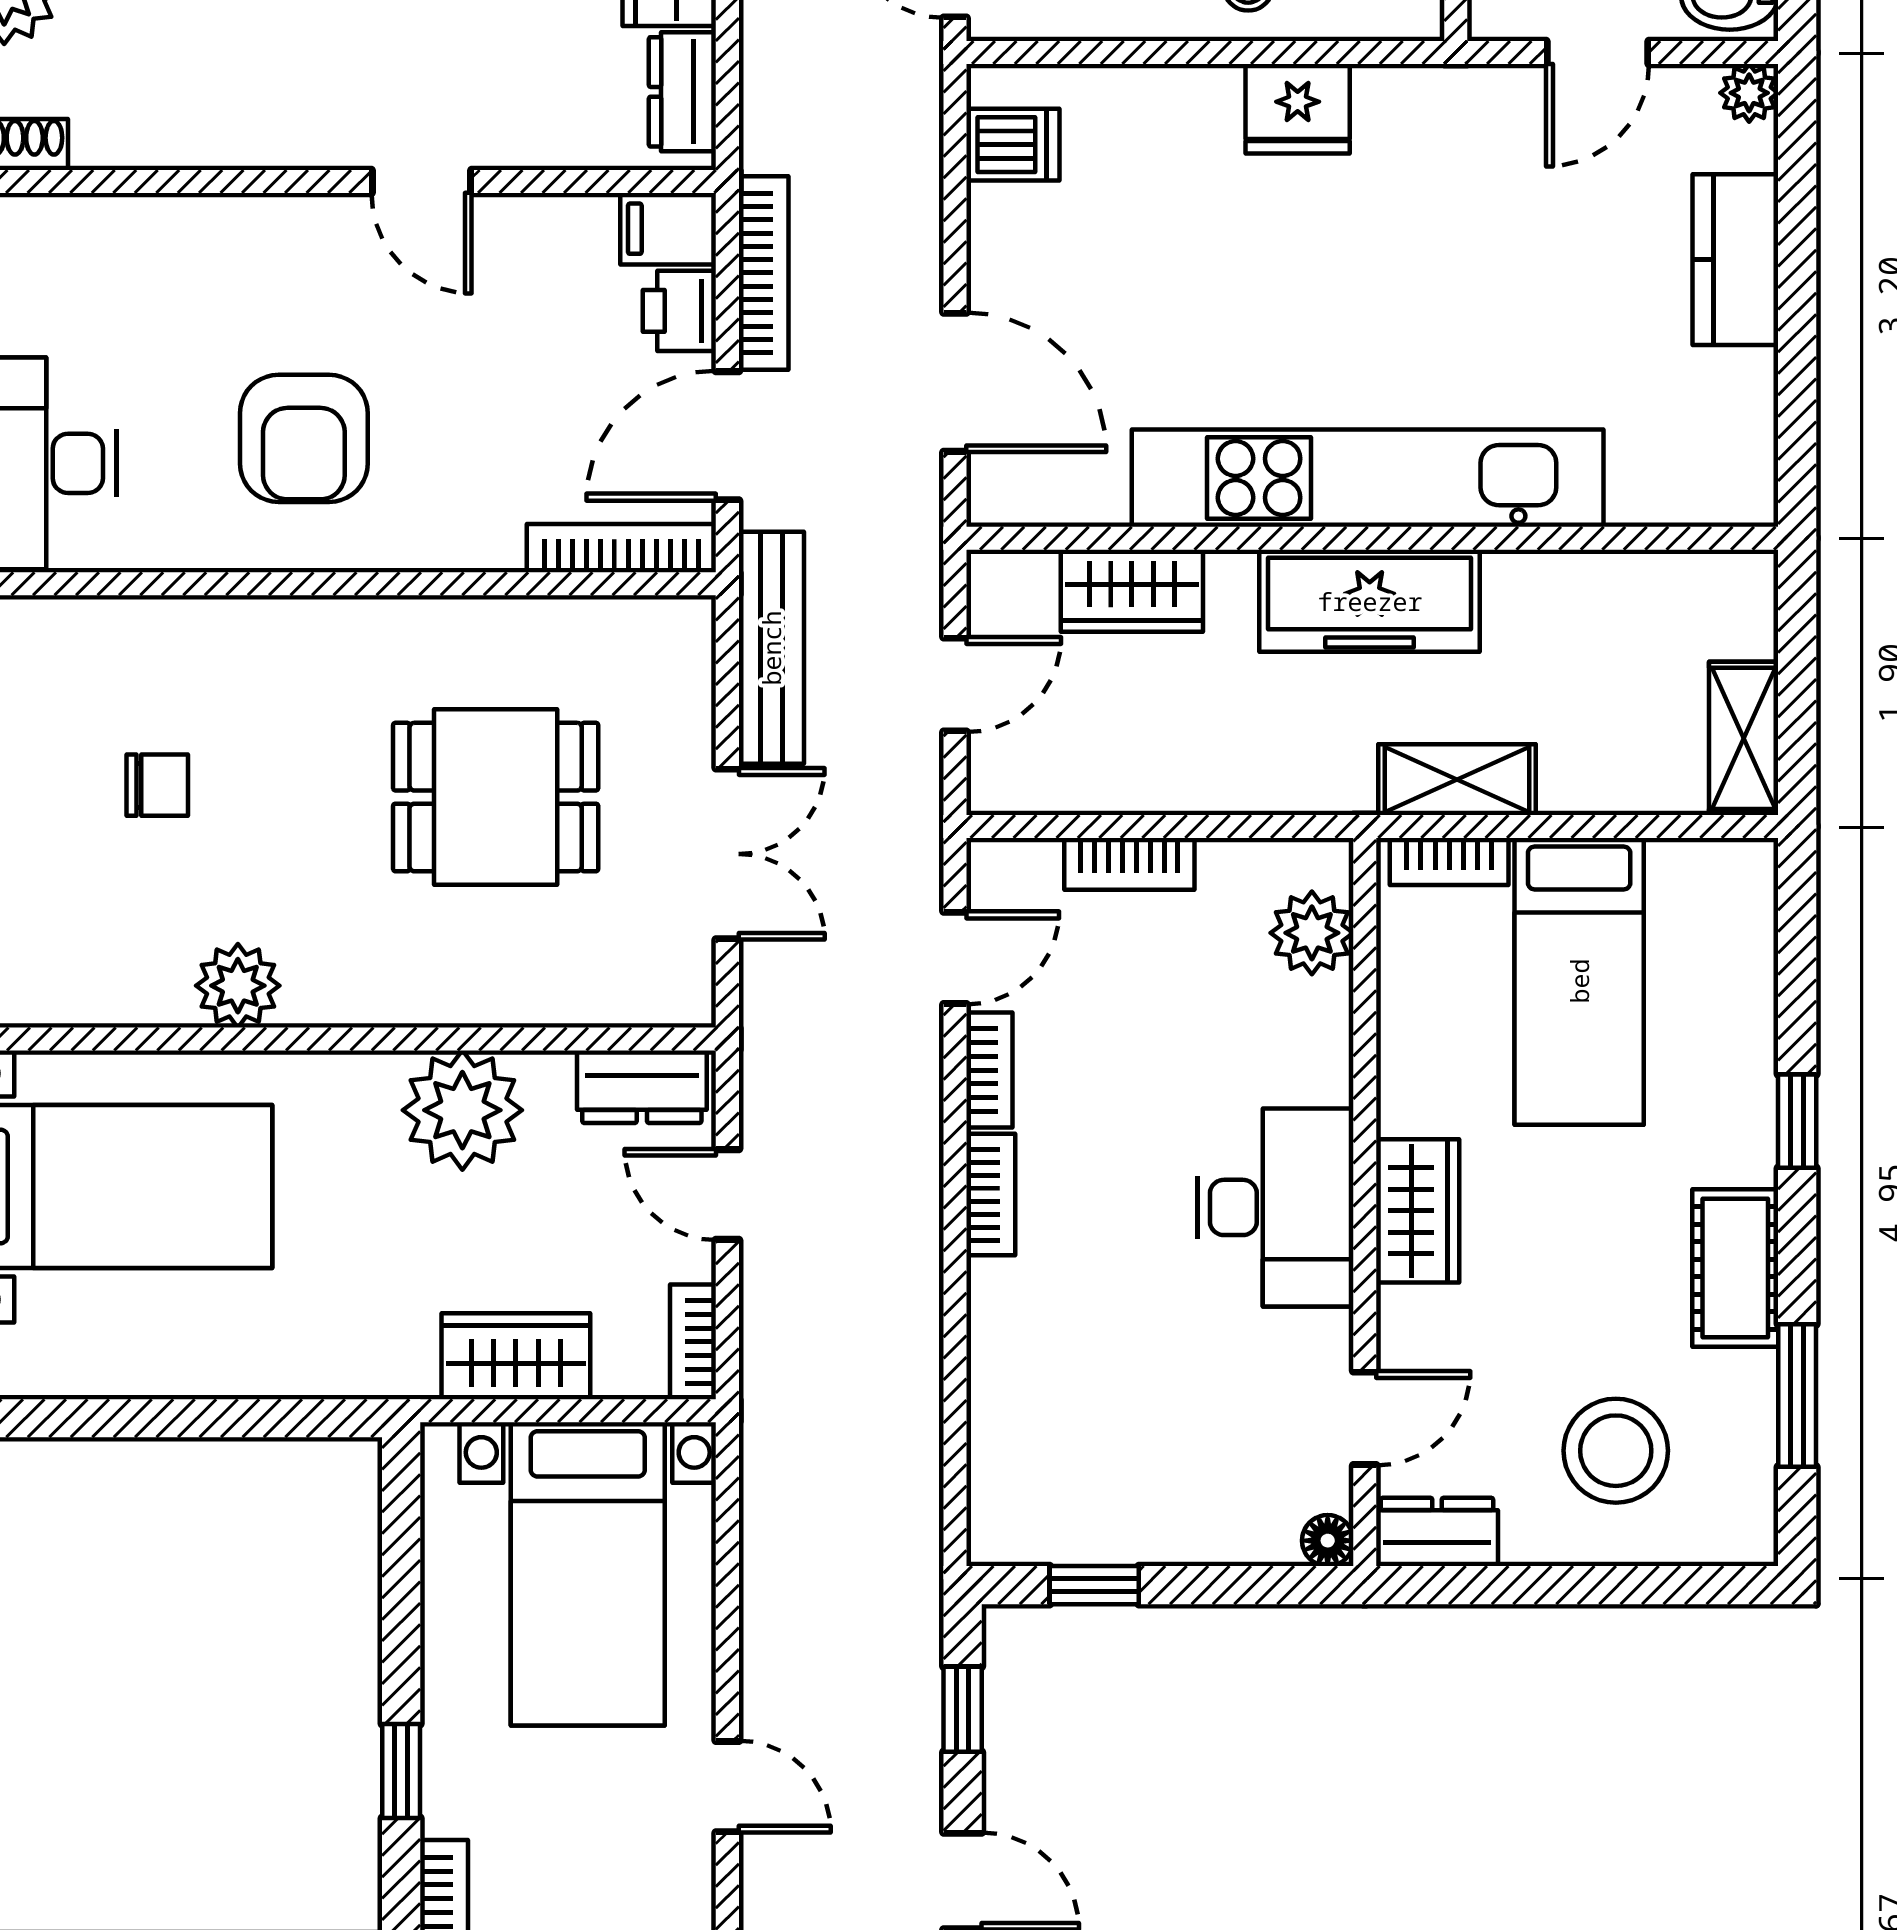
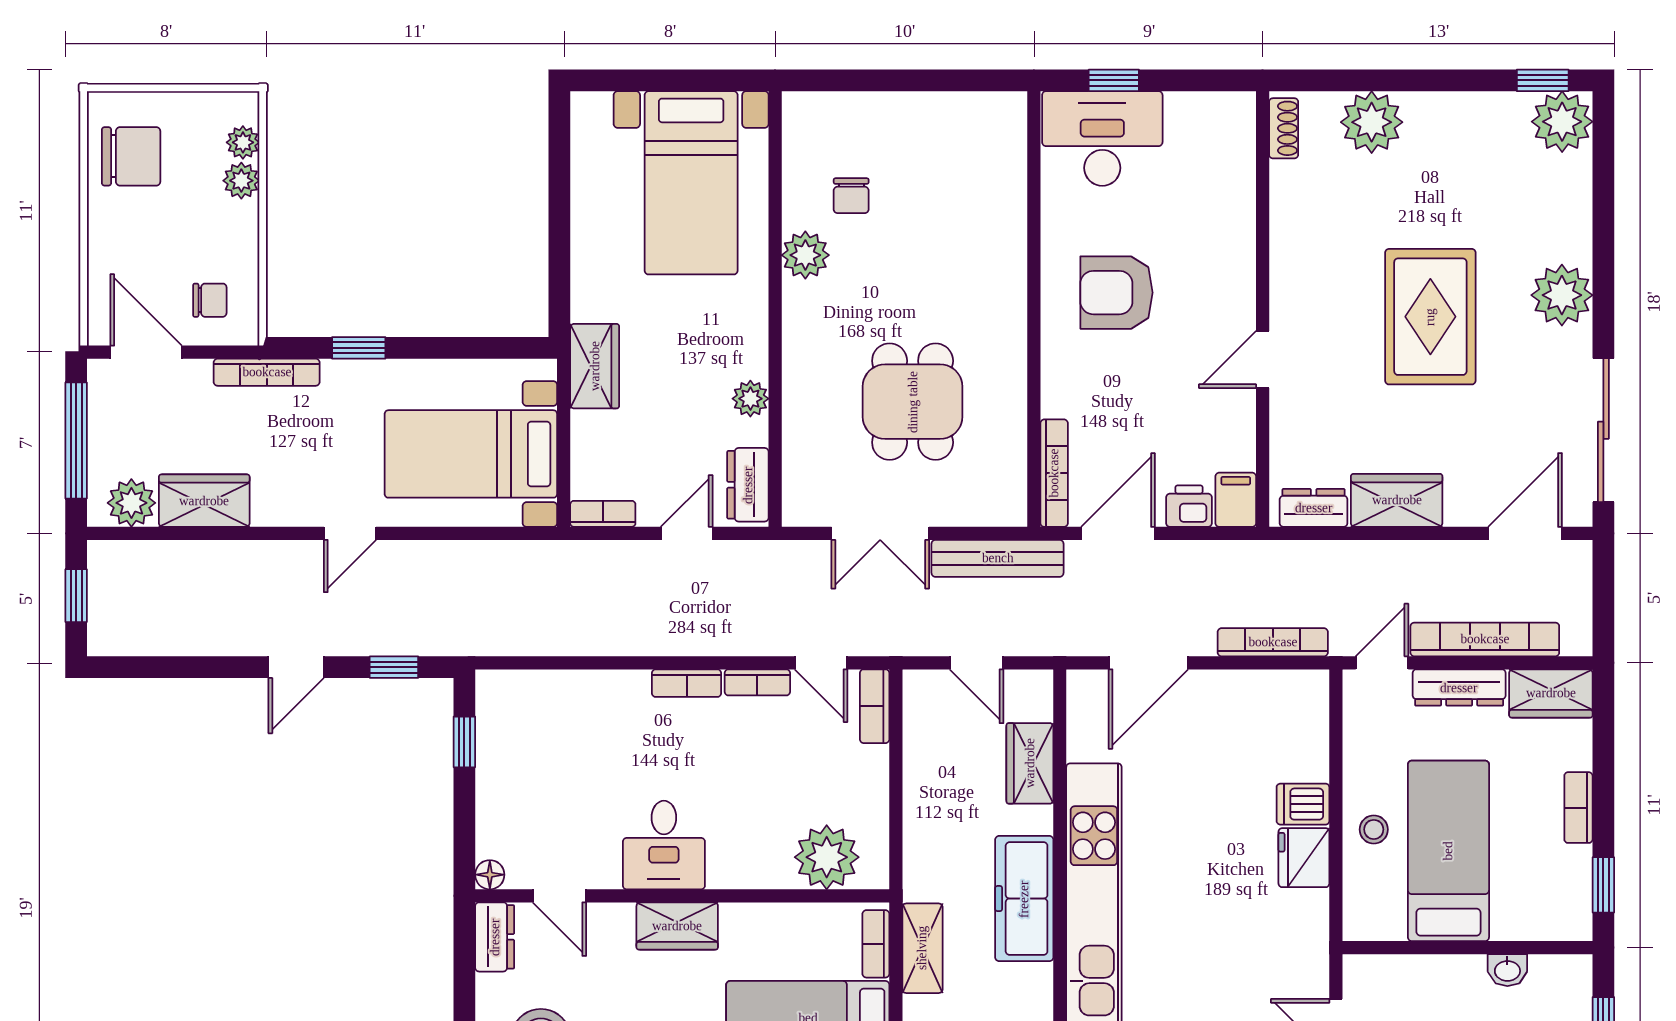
dishwasher: (1013, 145) -> (1303, 804), moved, turned 90
bookcase: (764, 273) -> (1273, 642), moved, turned 180
door: (727, 436) -> (1118, 533), hinge flipped
chair: (157, 785) -> (851, 196), moved
bookcase: (1129, 864) -> (875, 706), moved
plant: (1312, 933) -> (827, 857), width x1.36, depth x1.36
plant: (462, 1110) -> (750, 399), width x0.53, depth x0.53
desk: (1275, 1207) -> (664, 845), width x0.73
wardrobe: (516, 1356) -> (595, 366), moved

